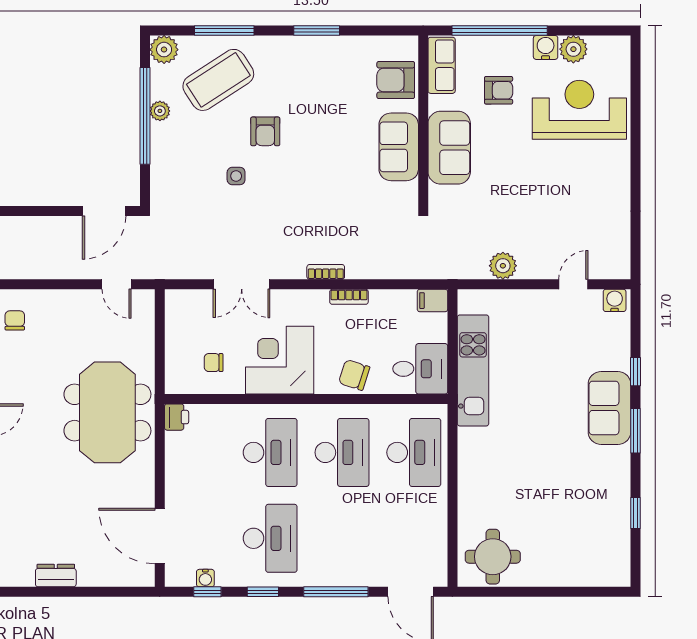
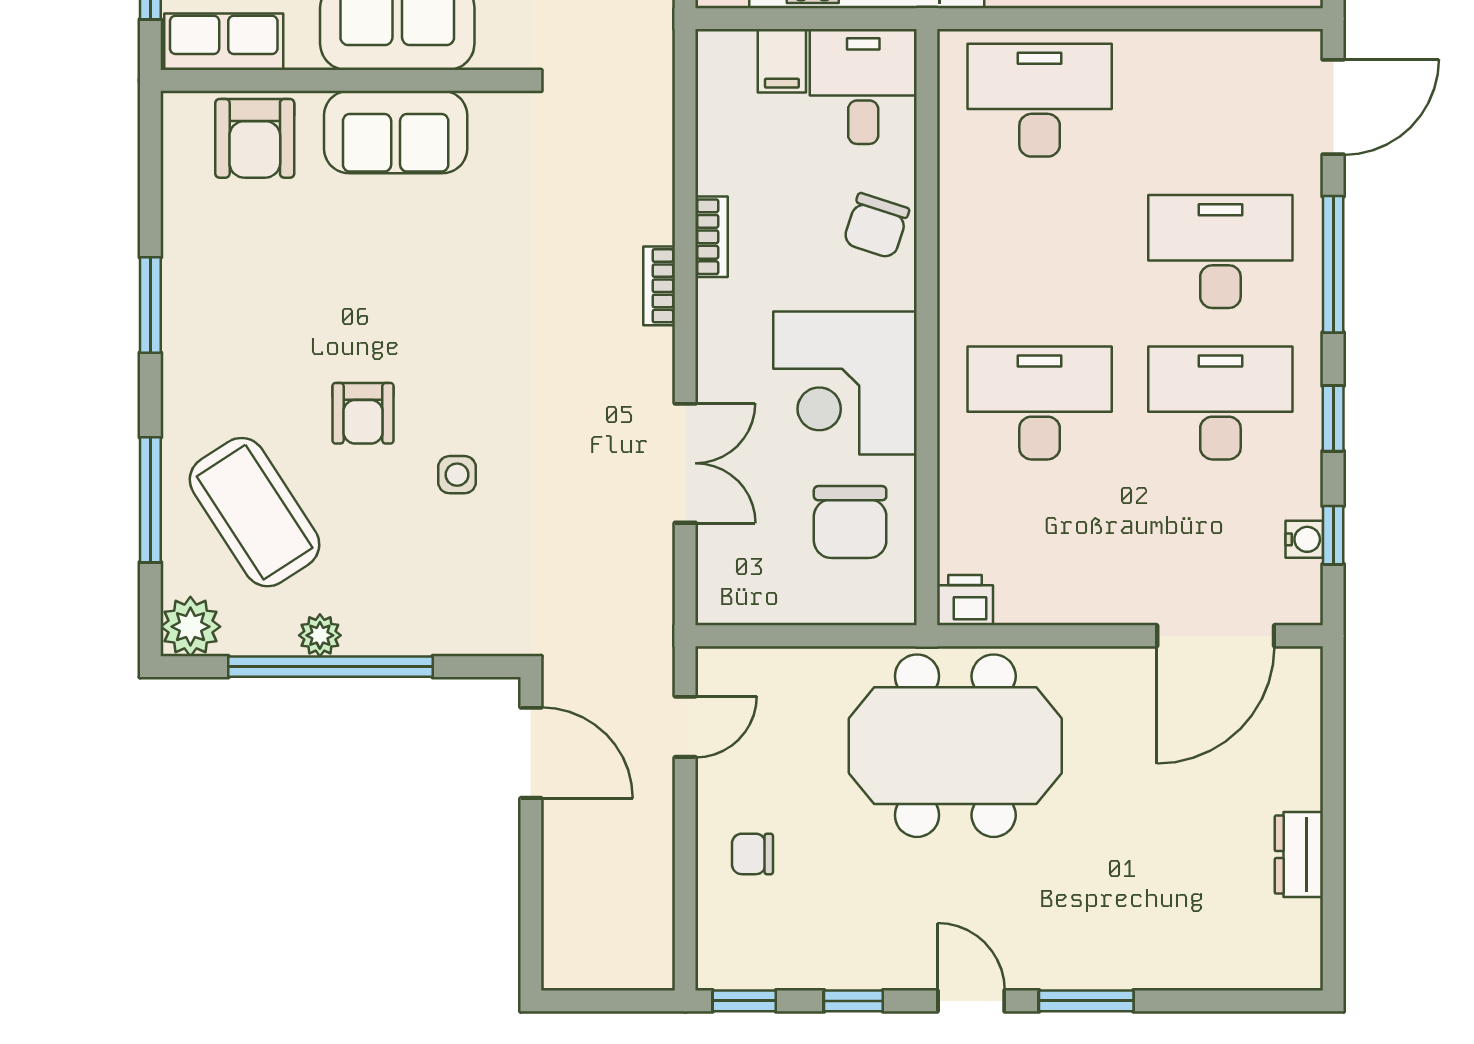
armchair: (265, 131) -> (363, 413), turned 90
filing cabinet: (432, 301) -> (782, 61), moved
chair: (15, 320) -> (752, 854), moved
chair: (214, 363) -> (850, 522), width x1.87, depth x1.87
desk: (342, 452) -> (1220, 252), moved

